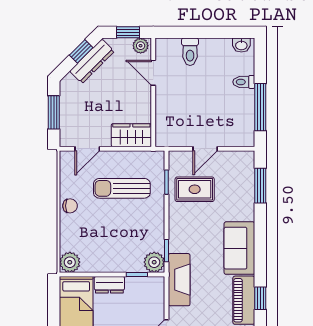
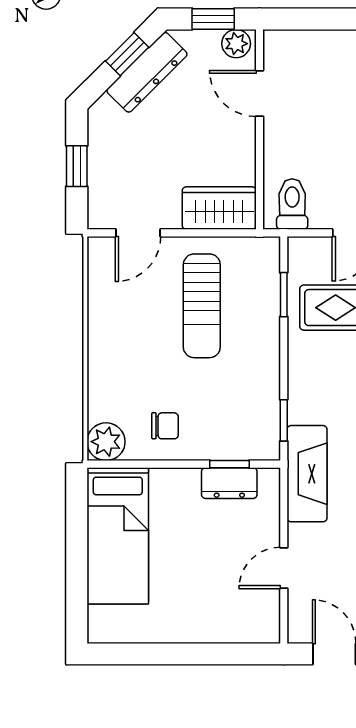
toilet: (190, 52) -> (292, 204), moved, turned 180
window: (54, 112) -> (77, 166), width x0.67
sun lounger: (122, 188) -> (202, 306), turned -90
chair: (70, 206) -> (165, 426), moved
plant: (154, 262) -> (261, 442), removed
dresser: (109, 285) -> (229, 483), moved

